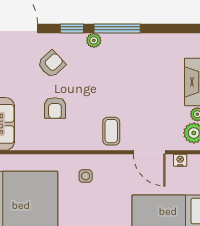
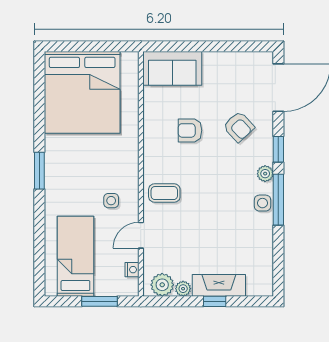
side table: (120, 43) -> (262, 203), added
door: (149, 152) -> (141, 235), width x0.73
side table: (86, 176) -> (111, 201), moved

